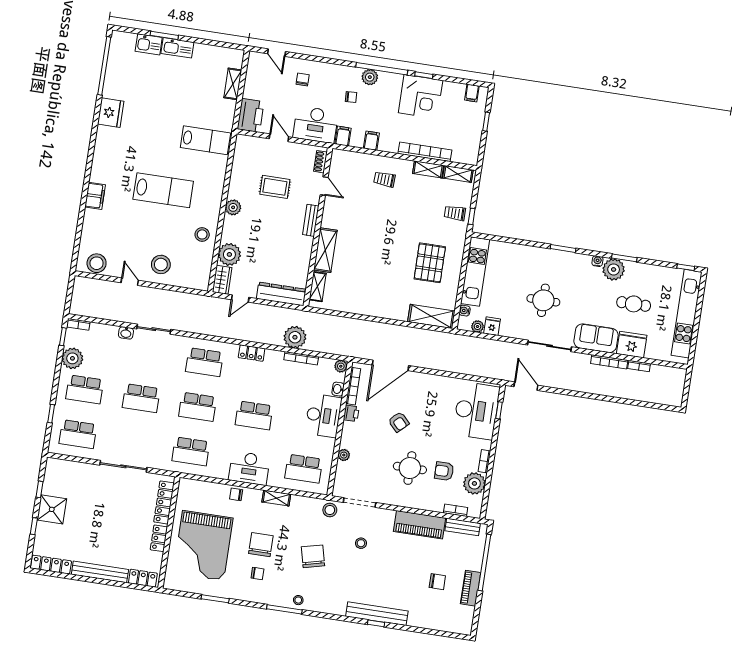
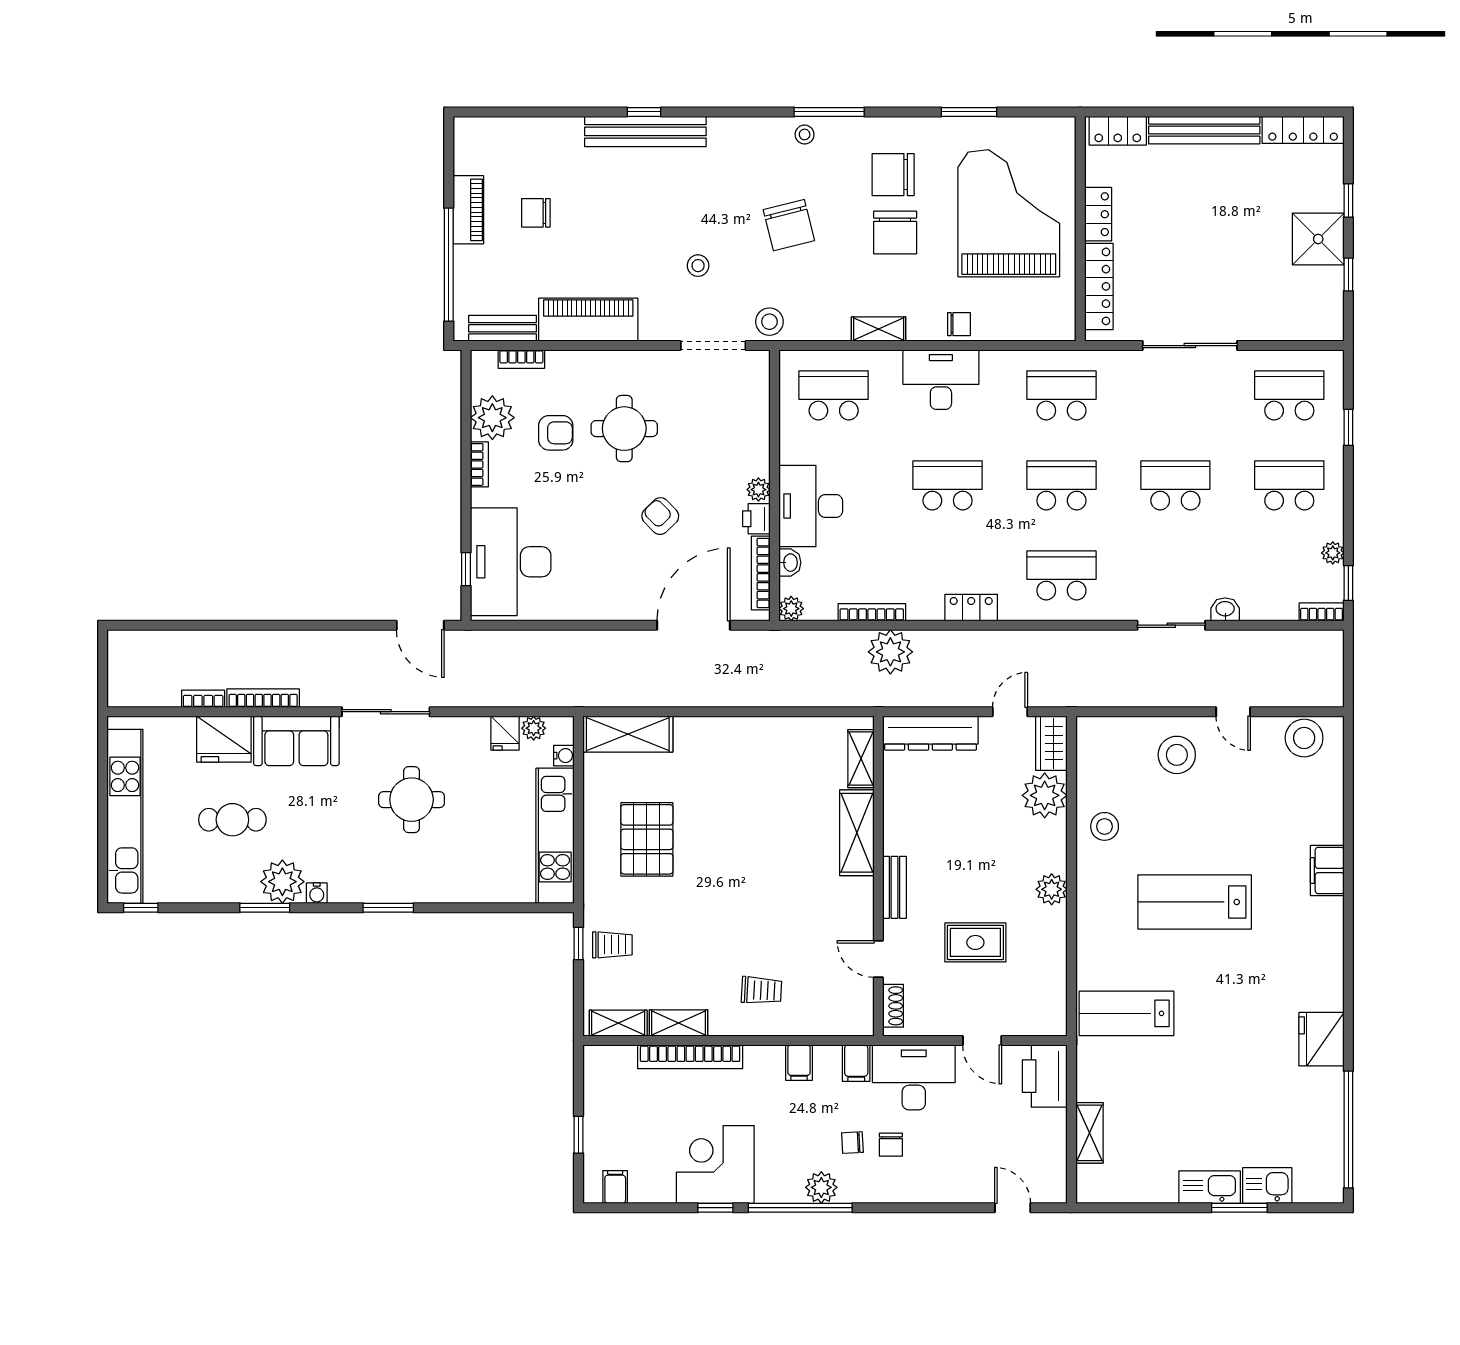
chair: (303, 79) -> (891, 1145), moved
plant: (72, 358) -> (1333, 553), width x0.53, depth x0.53
plant: (344, 455) -> (758, 490), moved
chair: (257, 573) -> (893, 175), width x1.87, depth x1.87

